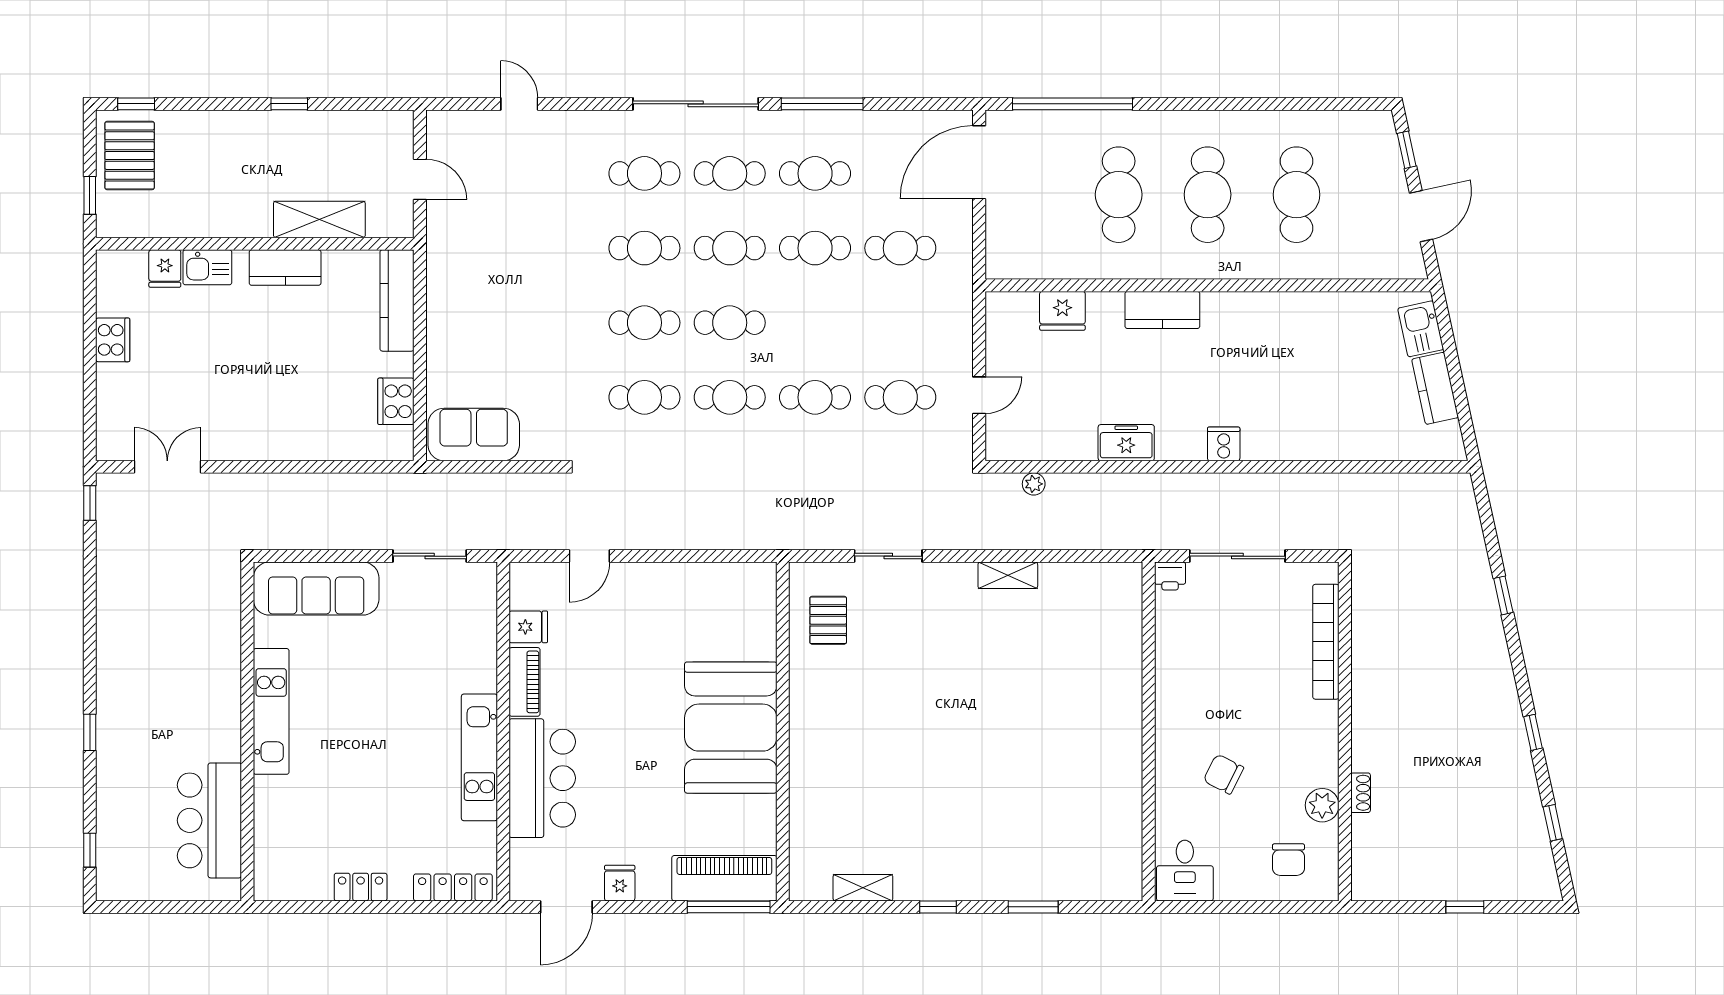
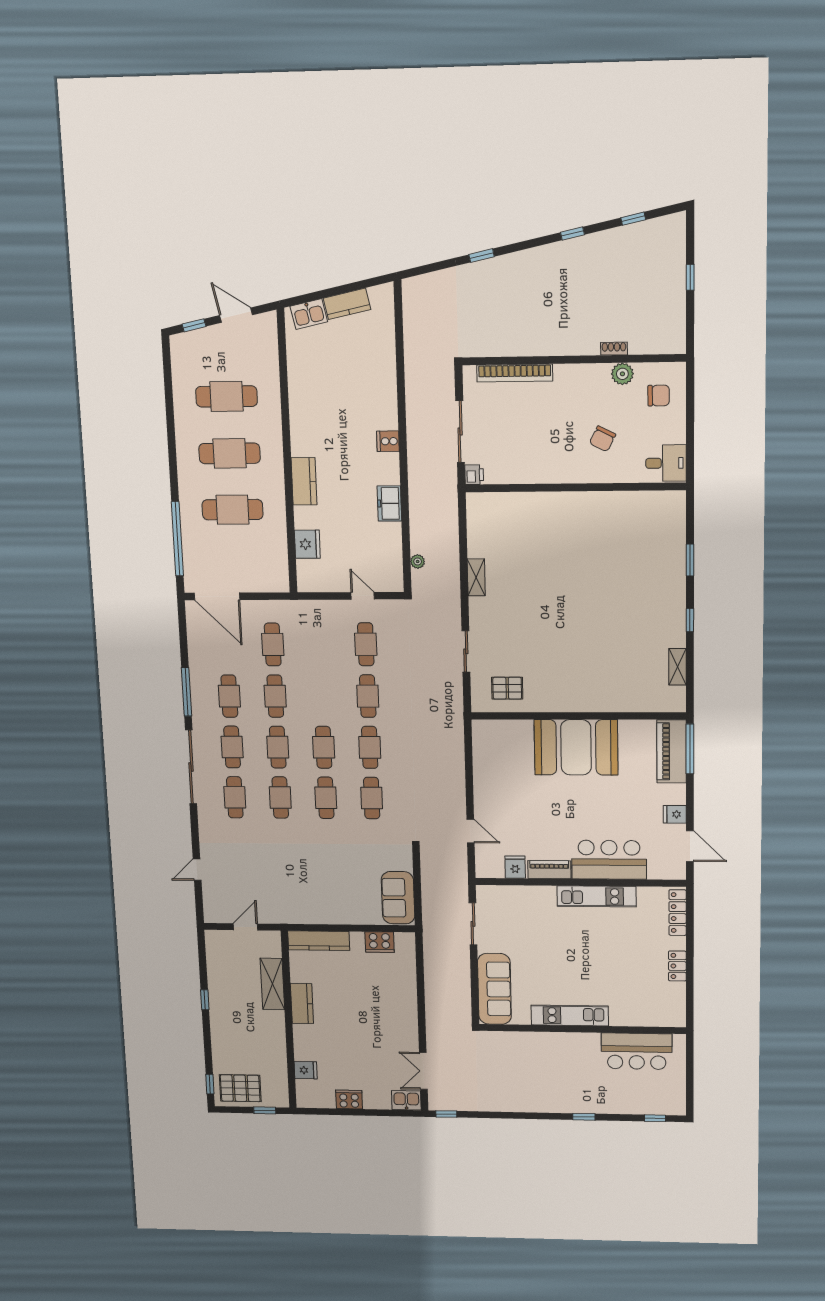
kitchen sink: (207, 267) -> (406, 1100), moved, turned -90

